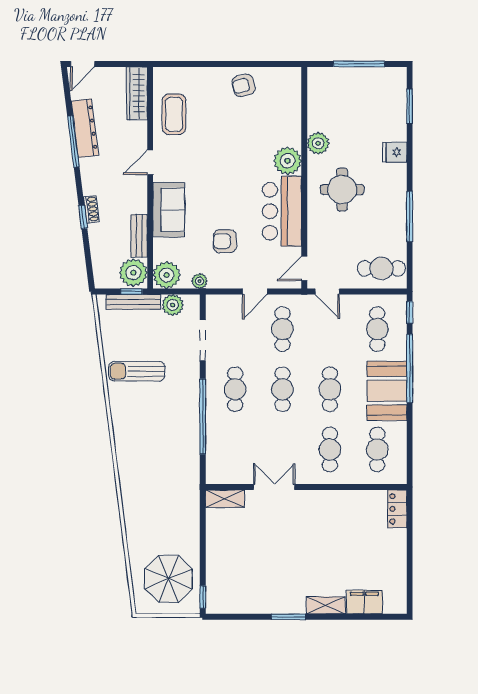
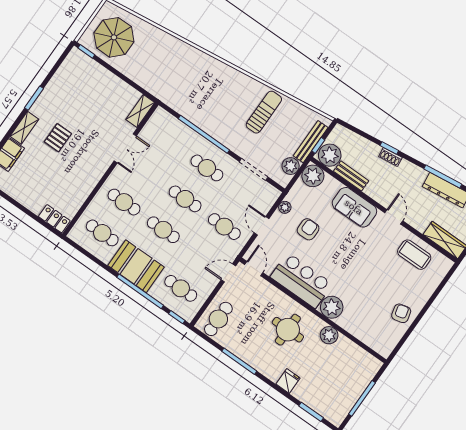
plant: (200, 281) -> (285, 207), moved
pallet: (312, 564) -> (58, 138), added

